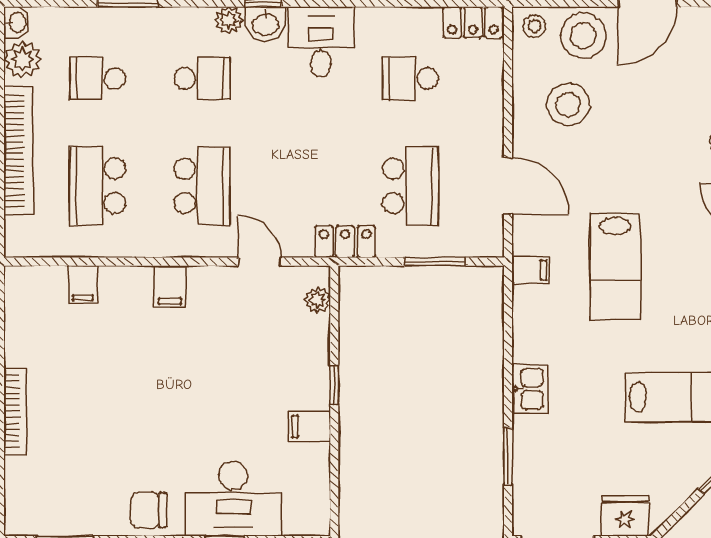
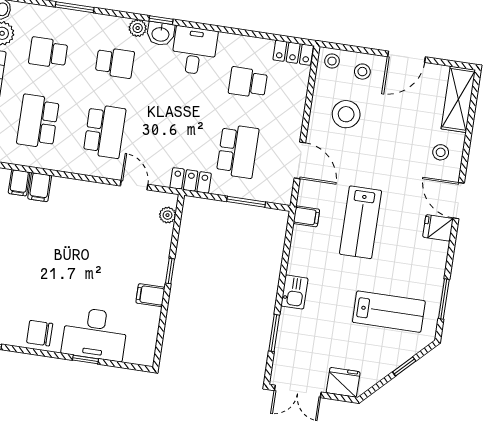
stool: (583, 35) -> (362, 72), width x0.53, depth x0.53
filing cabinet: (170, 286) -> (40, 187), moved

